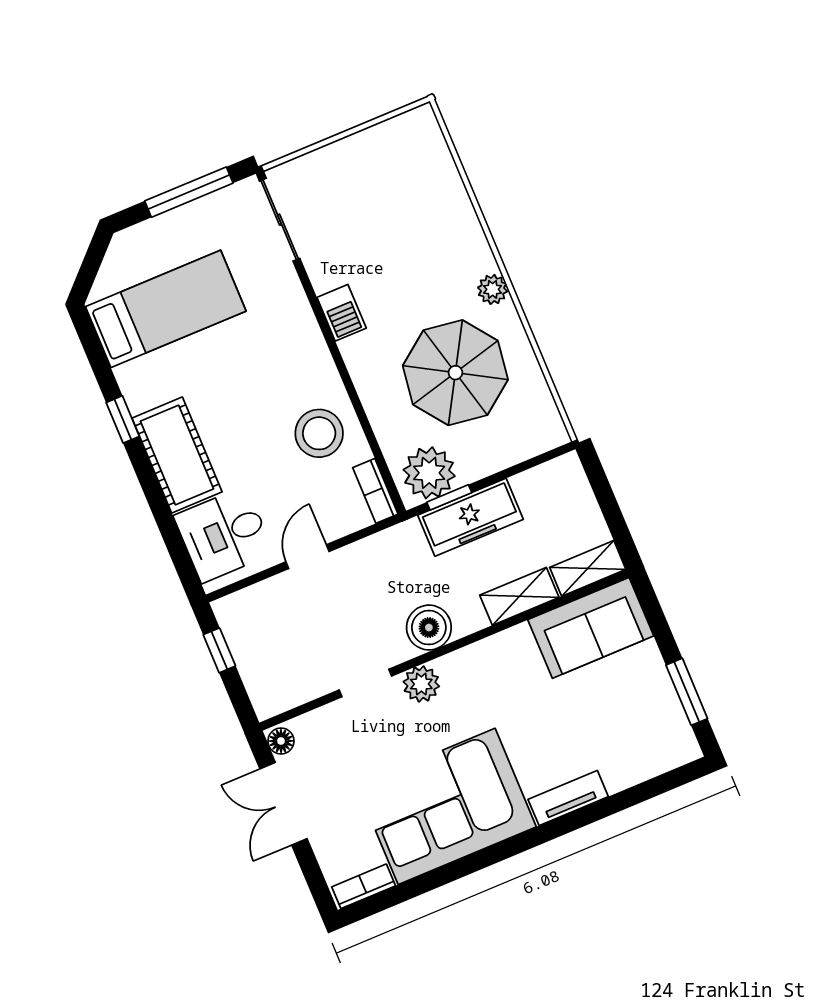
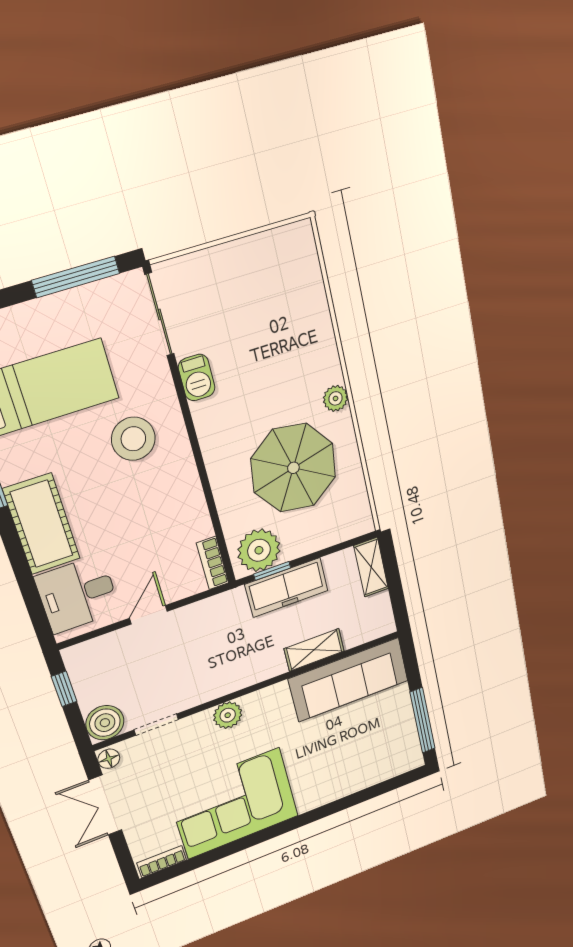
barbecue: (342, 313) -> (197, 378), moved
stool: (319, 433) -> (133, 439), moved
shelving: (588, 568) -> (371, 567), moved, turned 90
boiler: (429, 628) -> (105, 723), moved
sofa: (591, 628) -> (349, 680), width x1.36
doorway: (365, 683) -> (156, 725), moved
window: (687, 692) -> (423, 720), width x1.44
tv unit: (568, 798) -> (324, 795), removed

